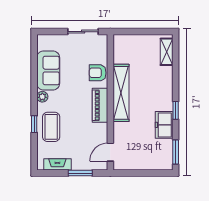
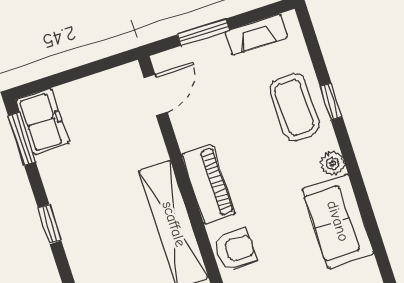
freezer: (164, 125) -> (42, 121), moved

